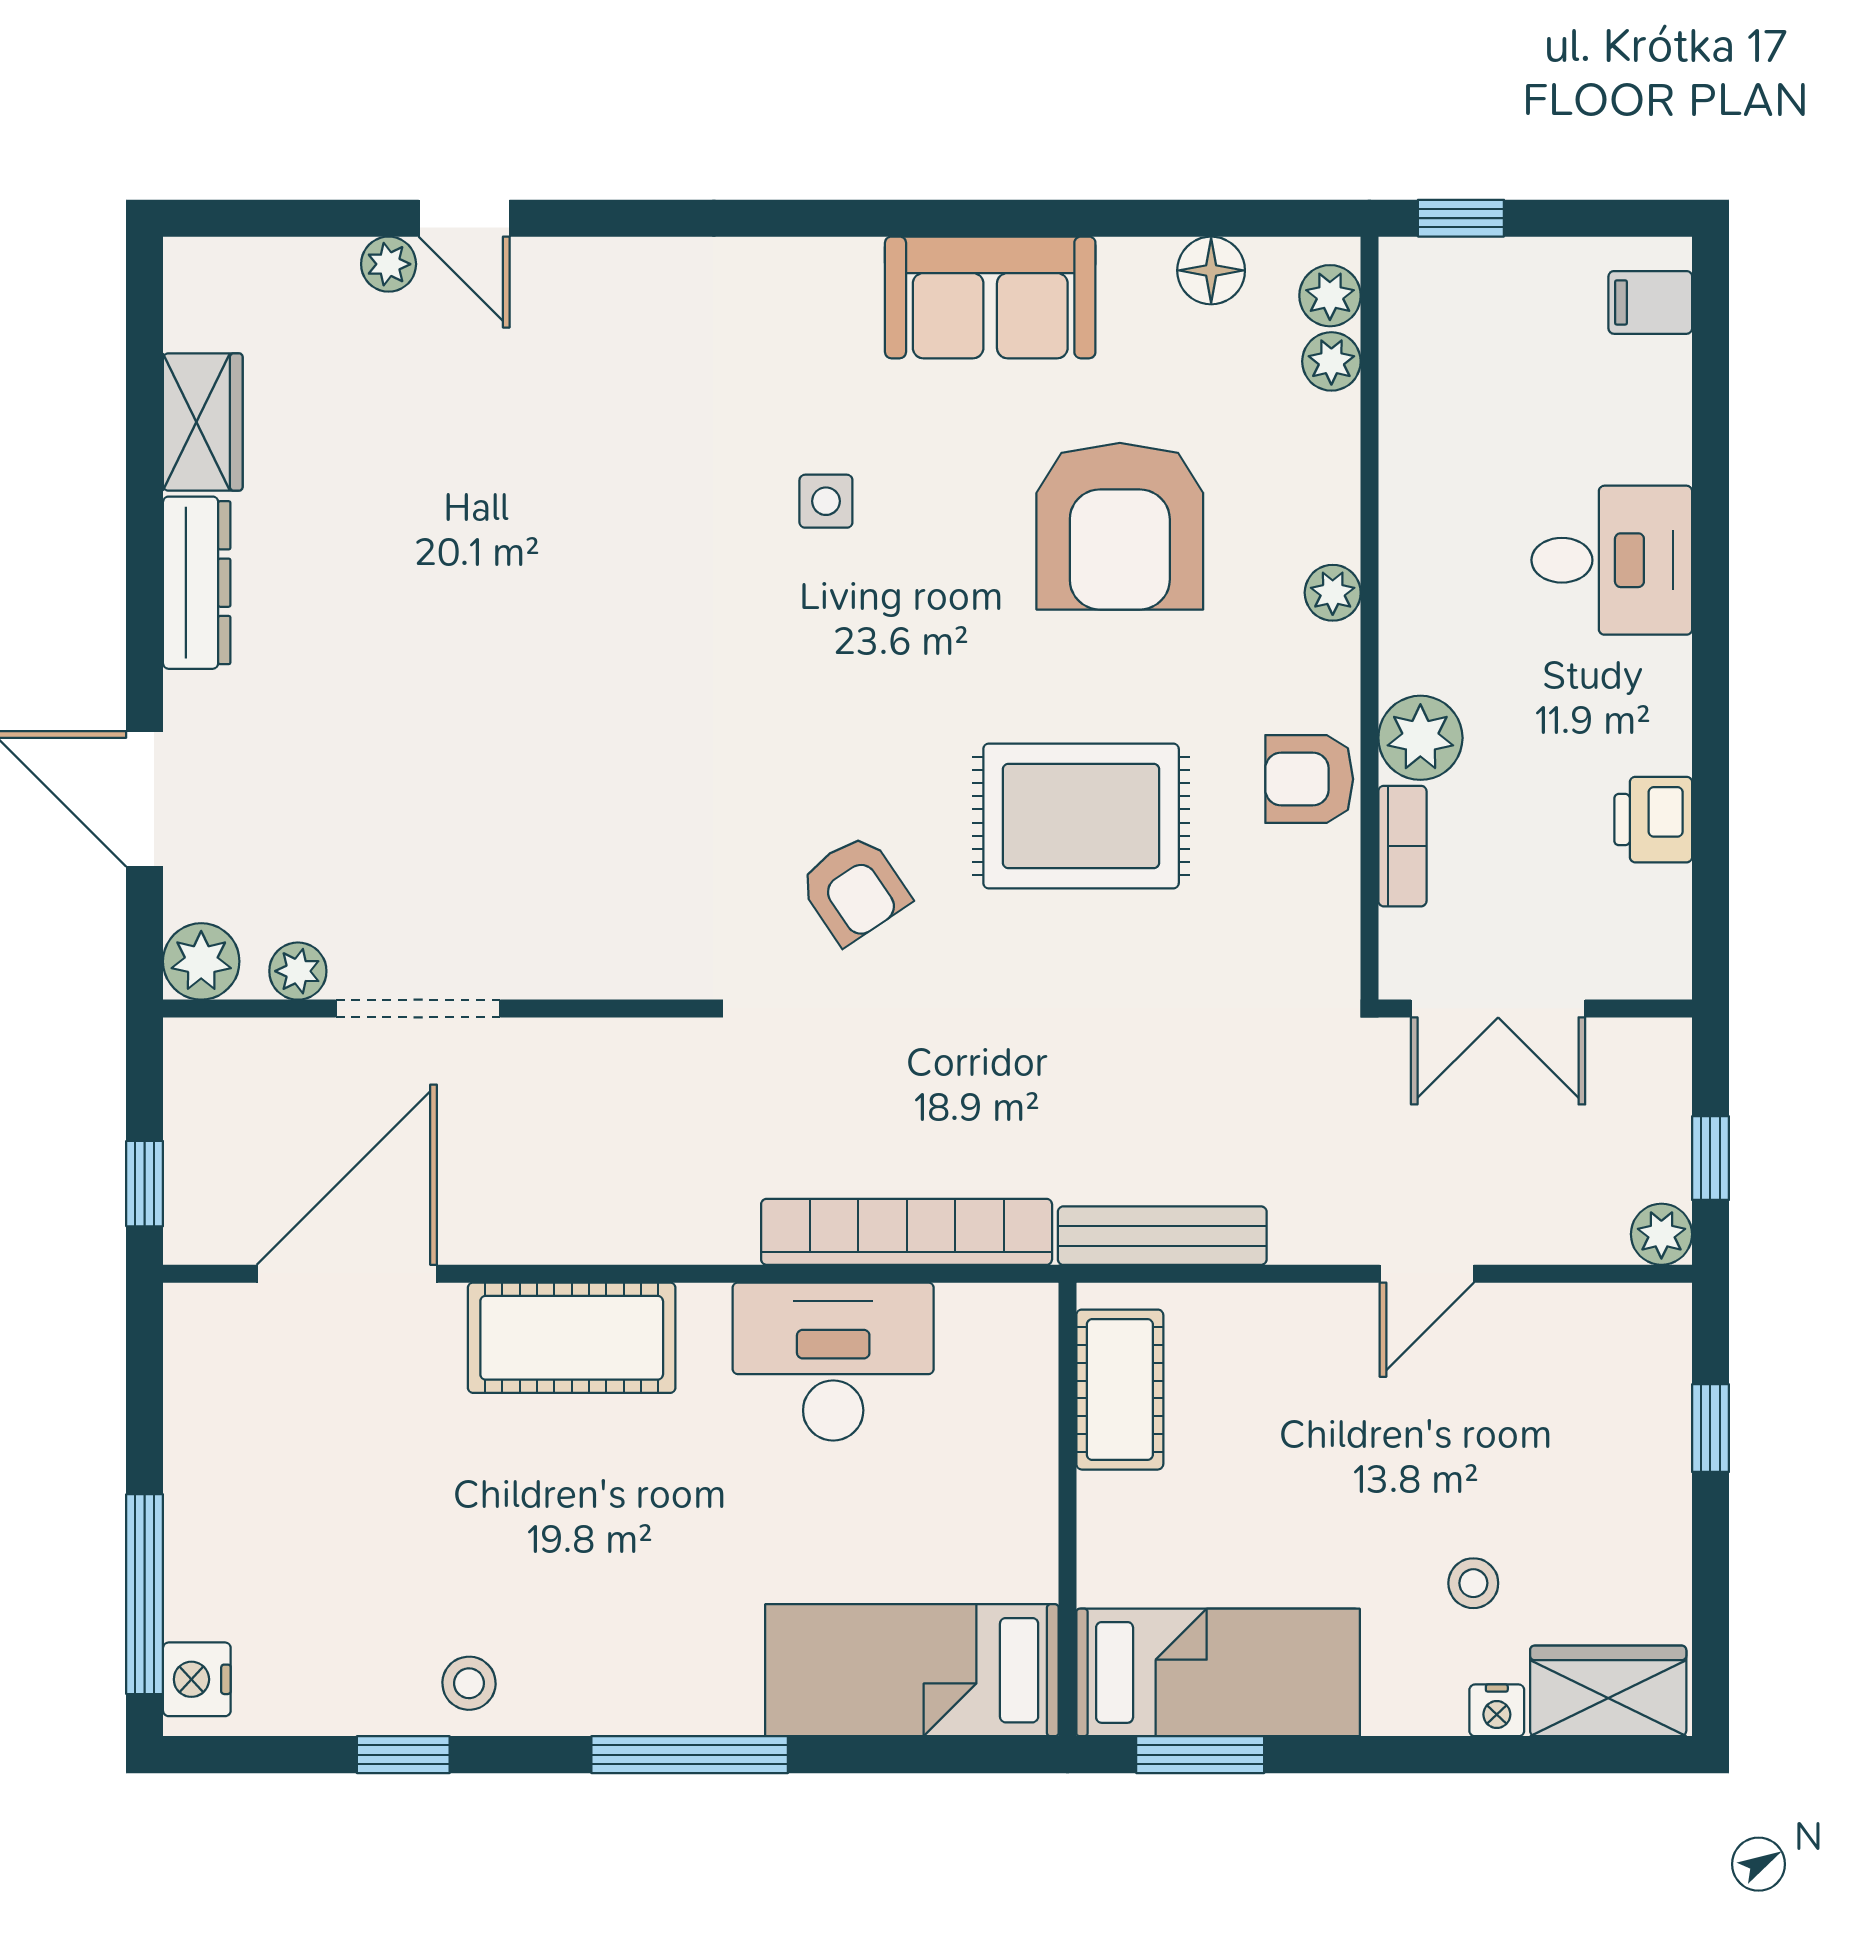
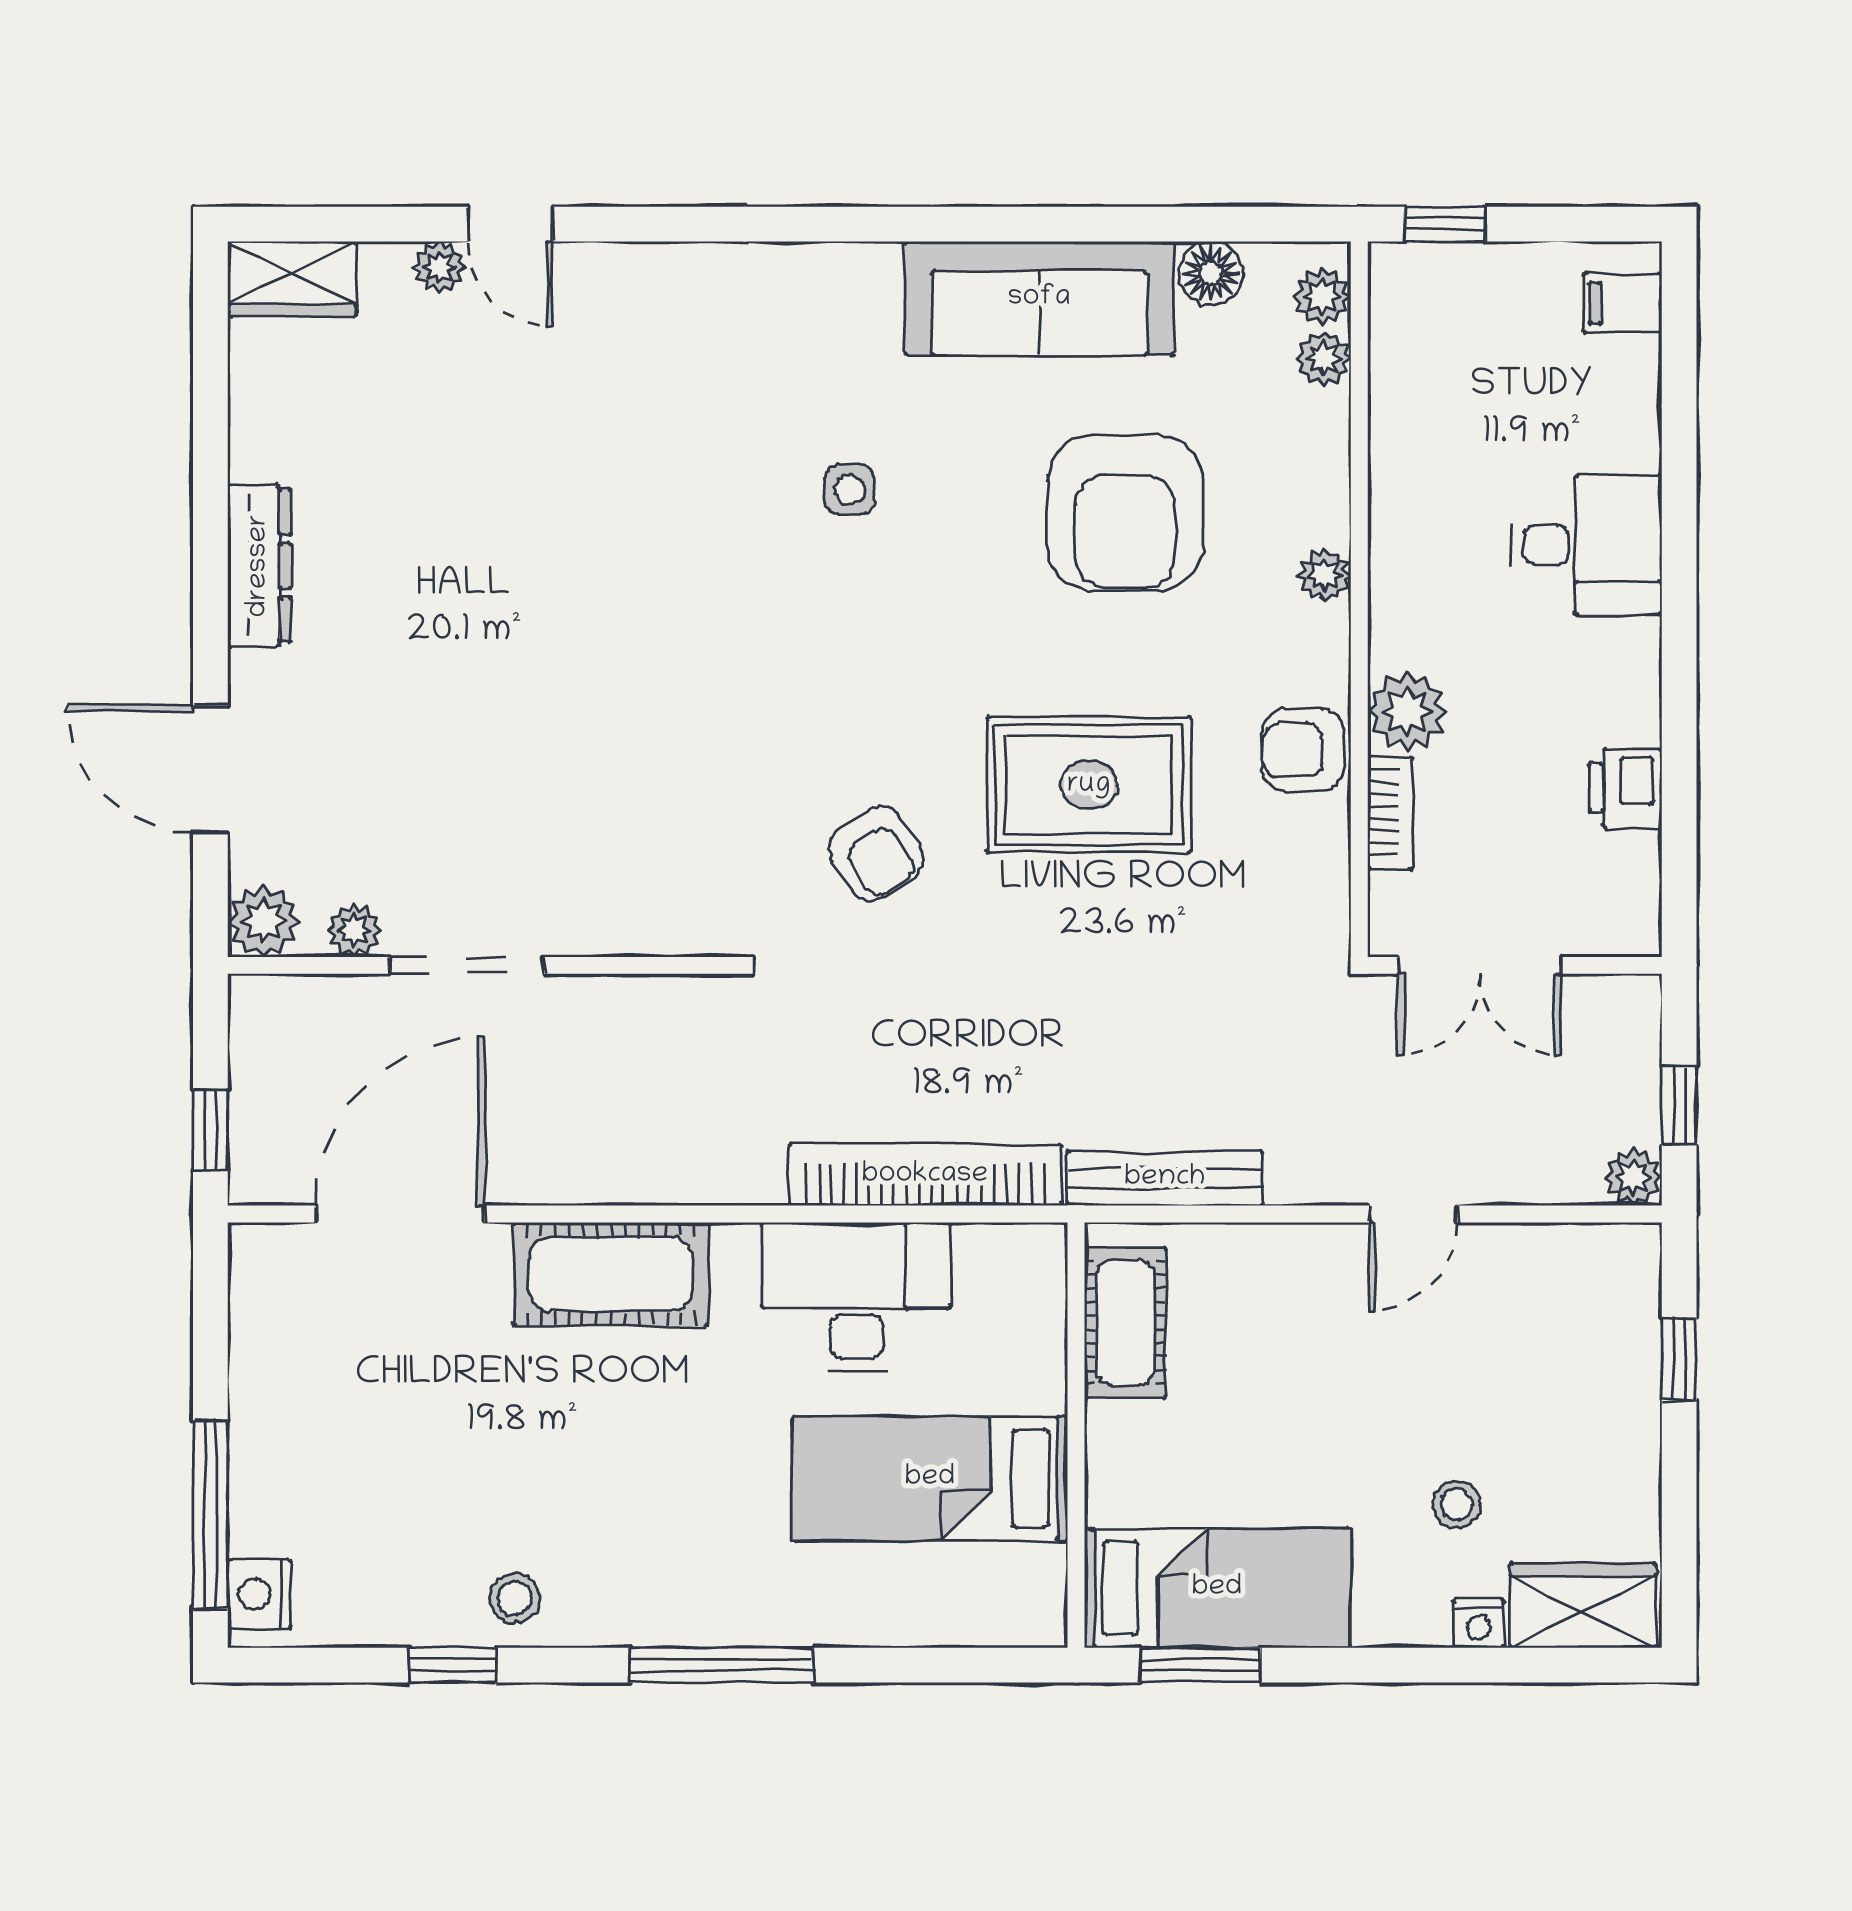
sofa: (990, 297) -> (1039, 298), width x1.36
wardrobe: (203, 422) -> (292, 279), moved, turned 90
bed: (912, 1670) -> (930, 1478), moved

